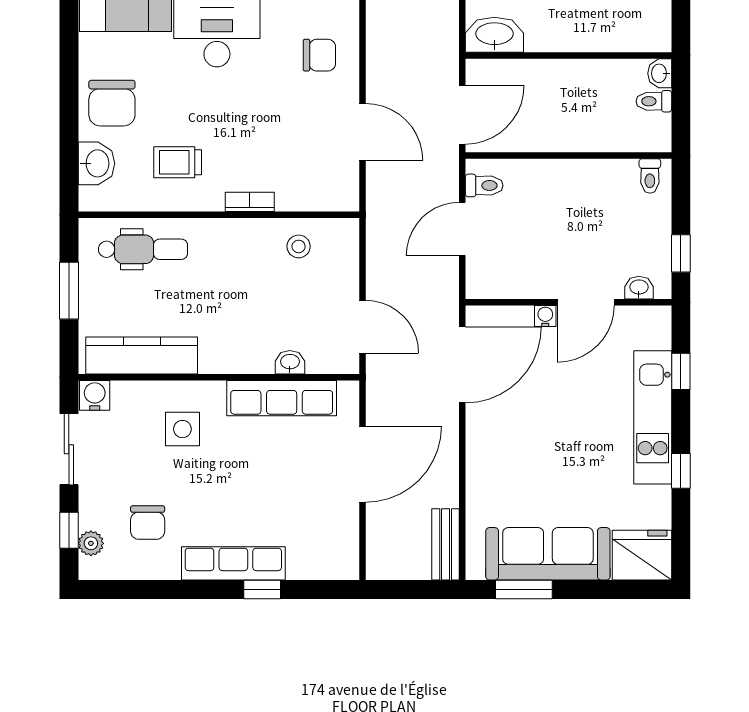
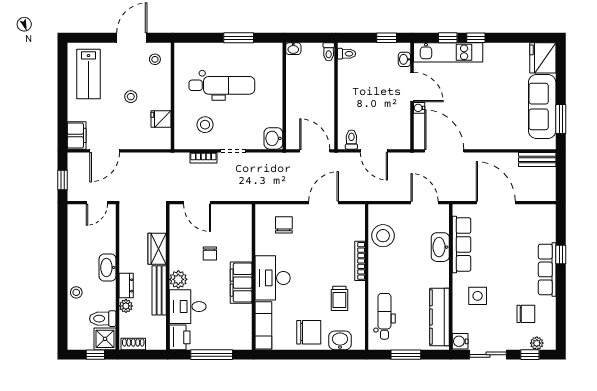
washbasin: (494, 35) -> (273, 138), width x0.72
toilet: (654, 101) -> (329, 52), moved
bookcase: (250, 202) -> (360, 261), width x1.56
stool: (299, 246) -> (383, 236), width x1.89, depth x1.89
door: (362, 327) -> (425, 203), hinge flipped
washbasin: (290, 362) -> (440, 247), width x1.91, depth x1.45
kitchen unit: (653, 417) -> (448, 52), moved
window: (681, 471) -> (476, 38), moved

